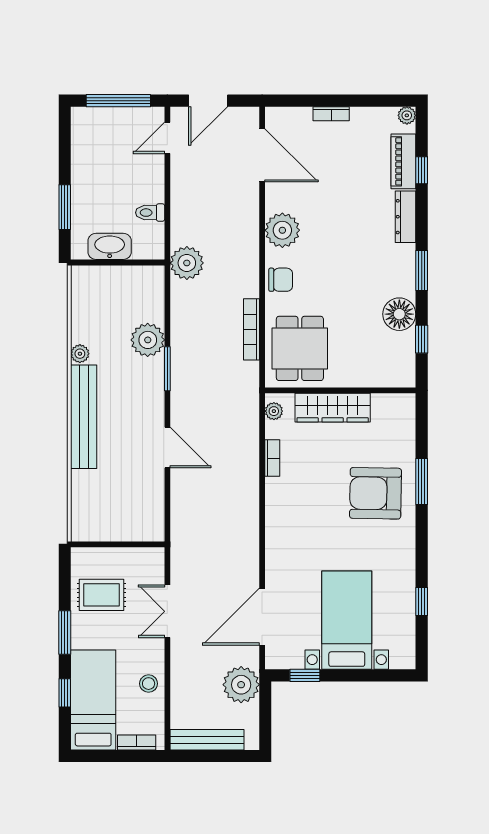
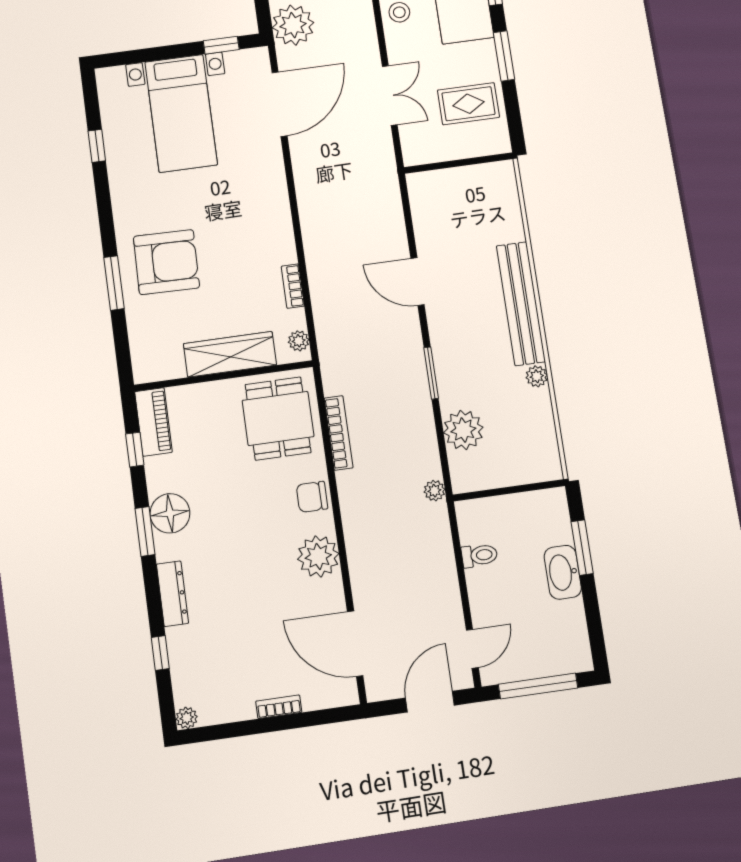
piano: (403, 161) -> (153, 422), moved
washbasin: (110, 246) -> (563, 572), moved, turned 90
plant: (187, 263) -> (434, 491), width x0.53, depth x0.53
floor lamp: (399, 314) -> (170, 513), moved
plant: (148, 340) -> (463, 430), moved

